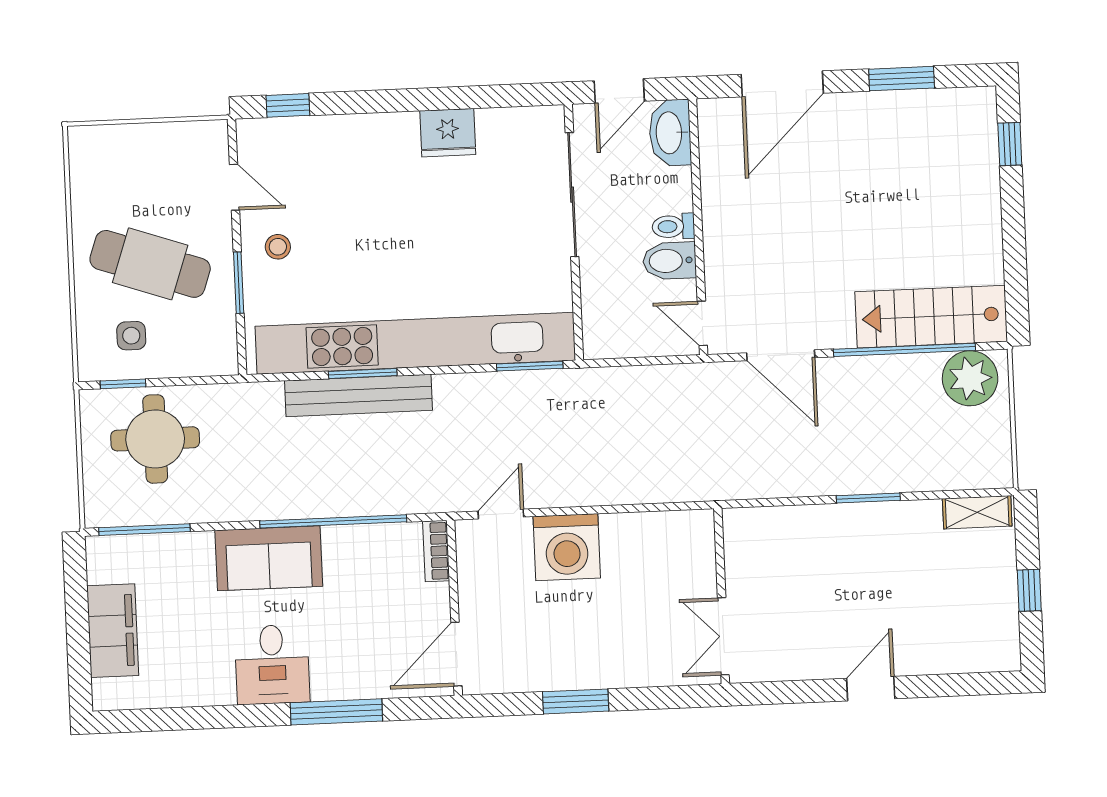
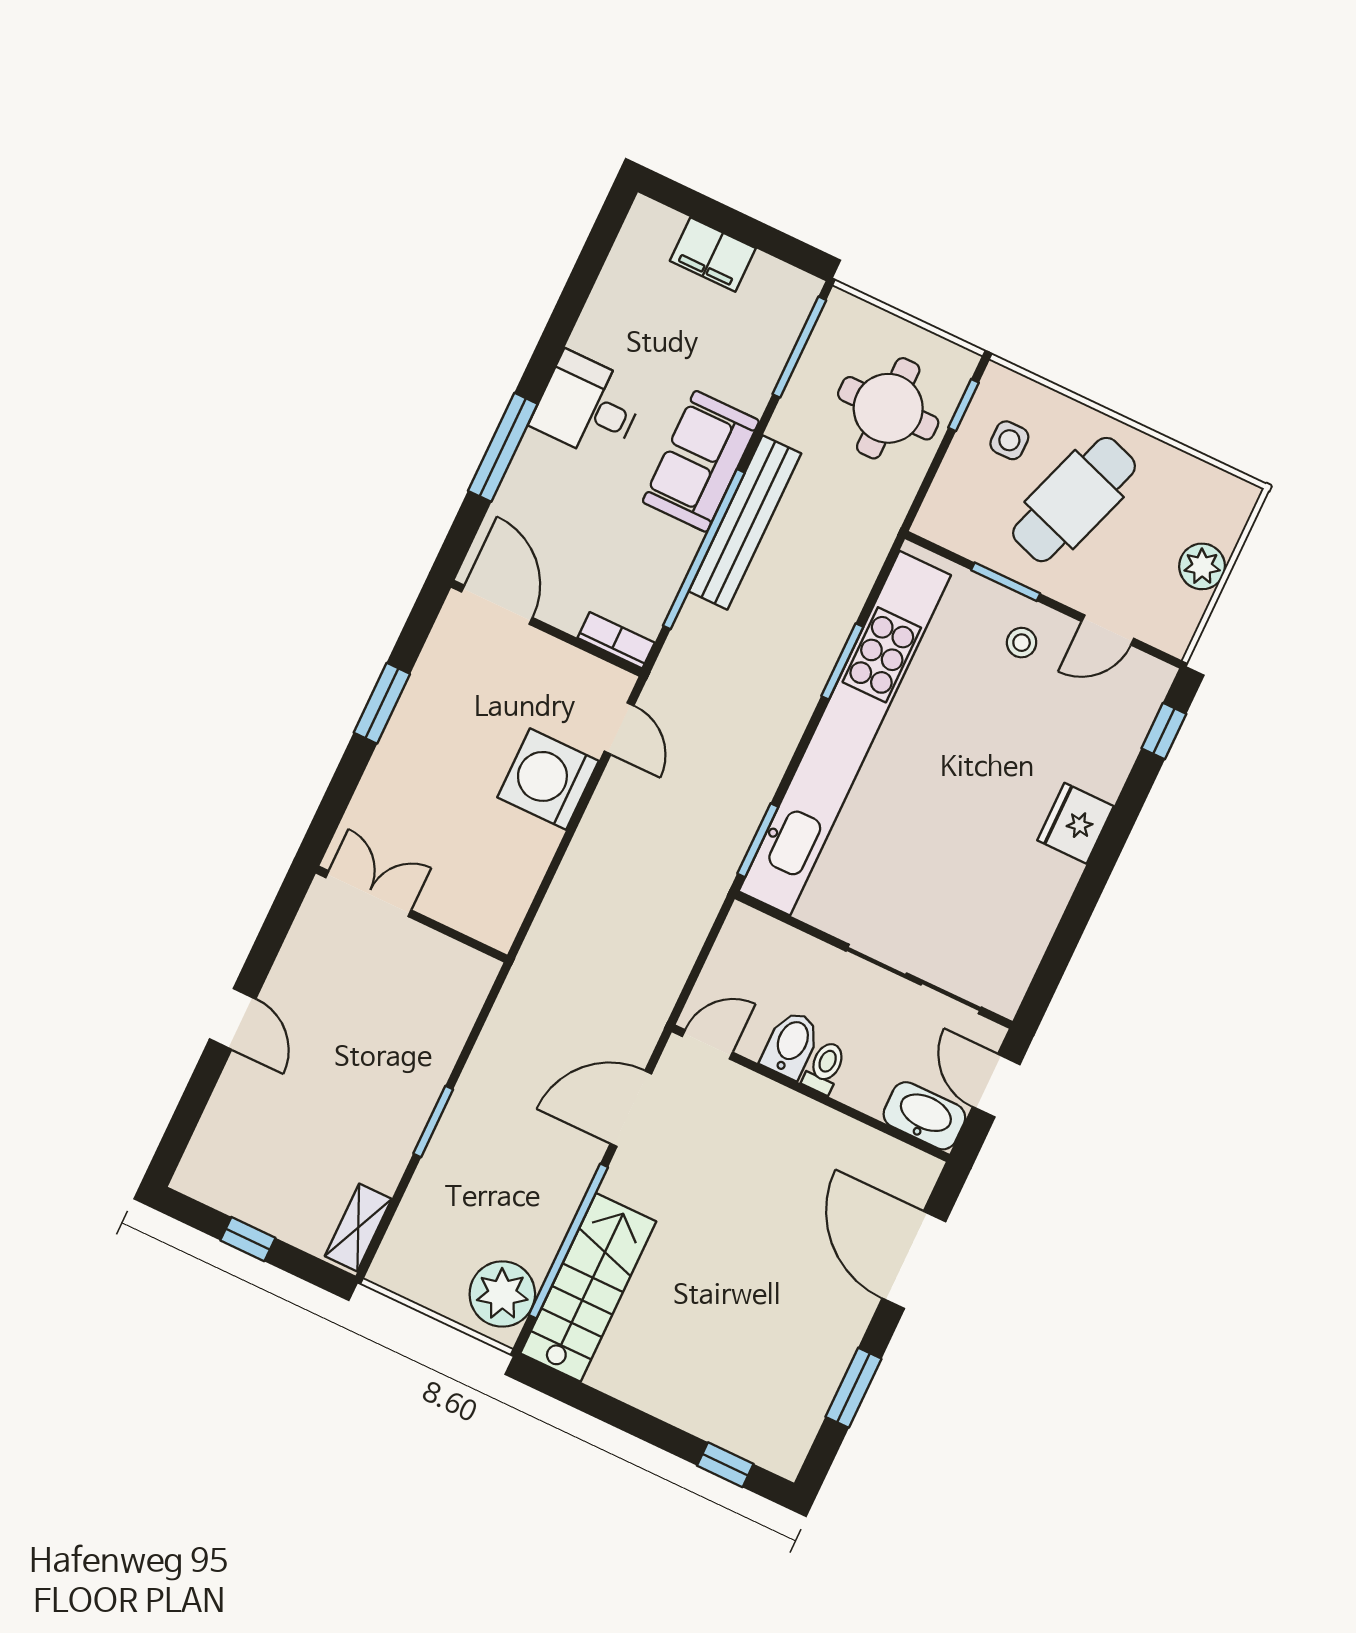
fridge: (448, 133) -> (1076, 823), moved
plant: (150, 142) -> (1202, 566), added
bench: (358, 396) -> (745, 522), moved
filing cabinet: (113, 631) -> (713, 255), width x0.67, depth x0.86

